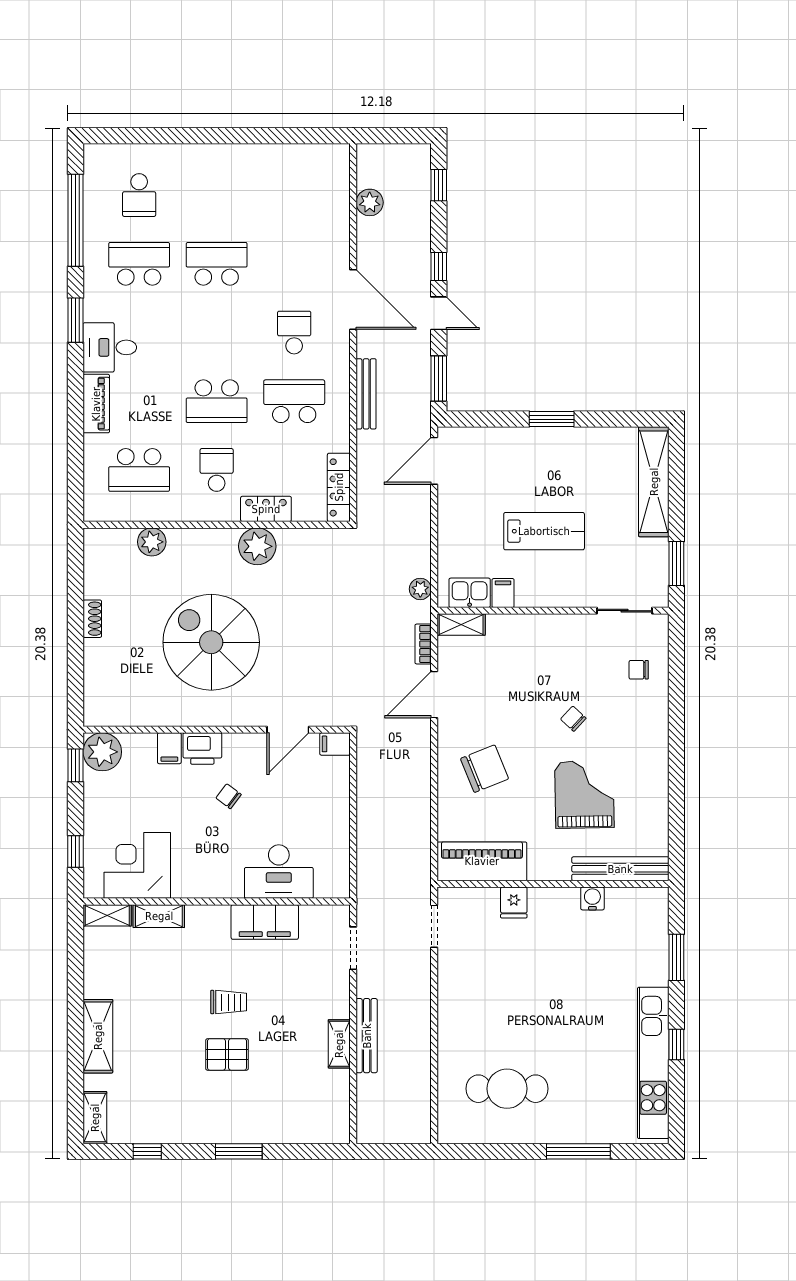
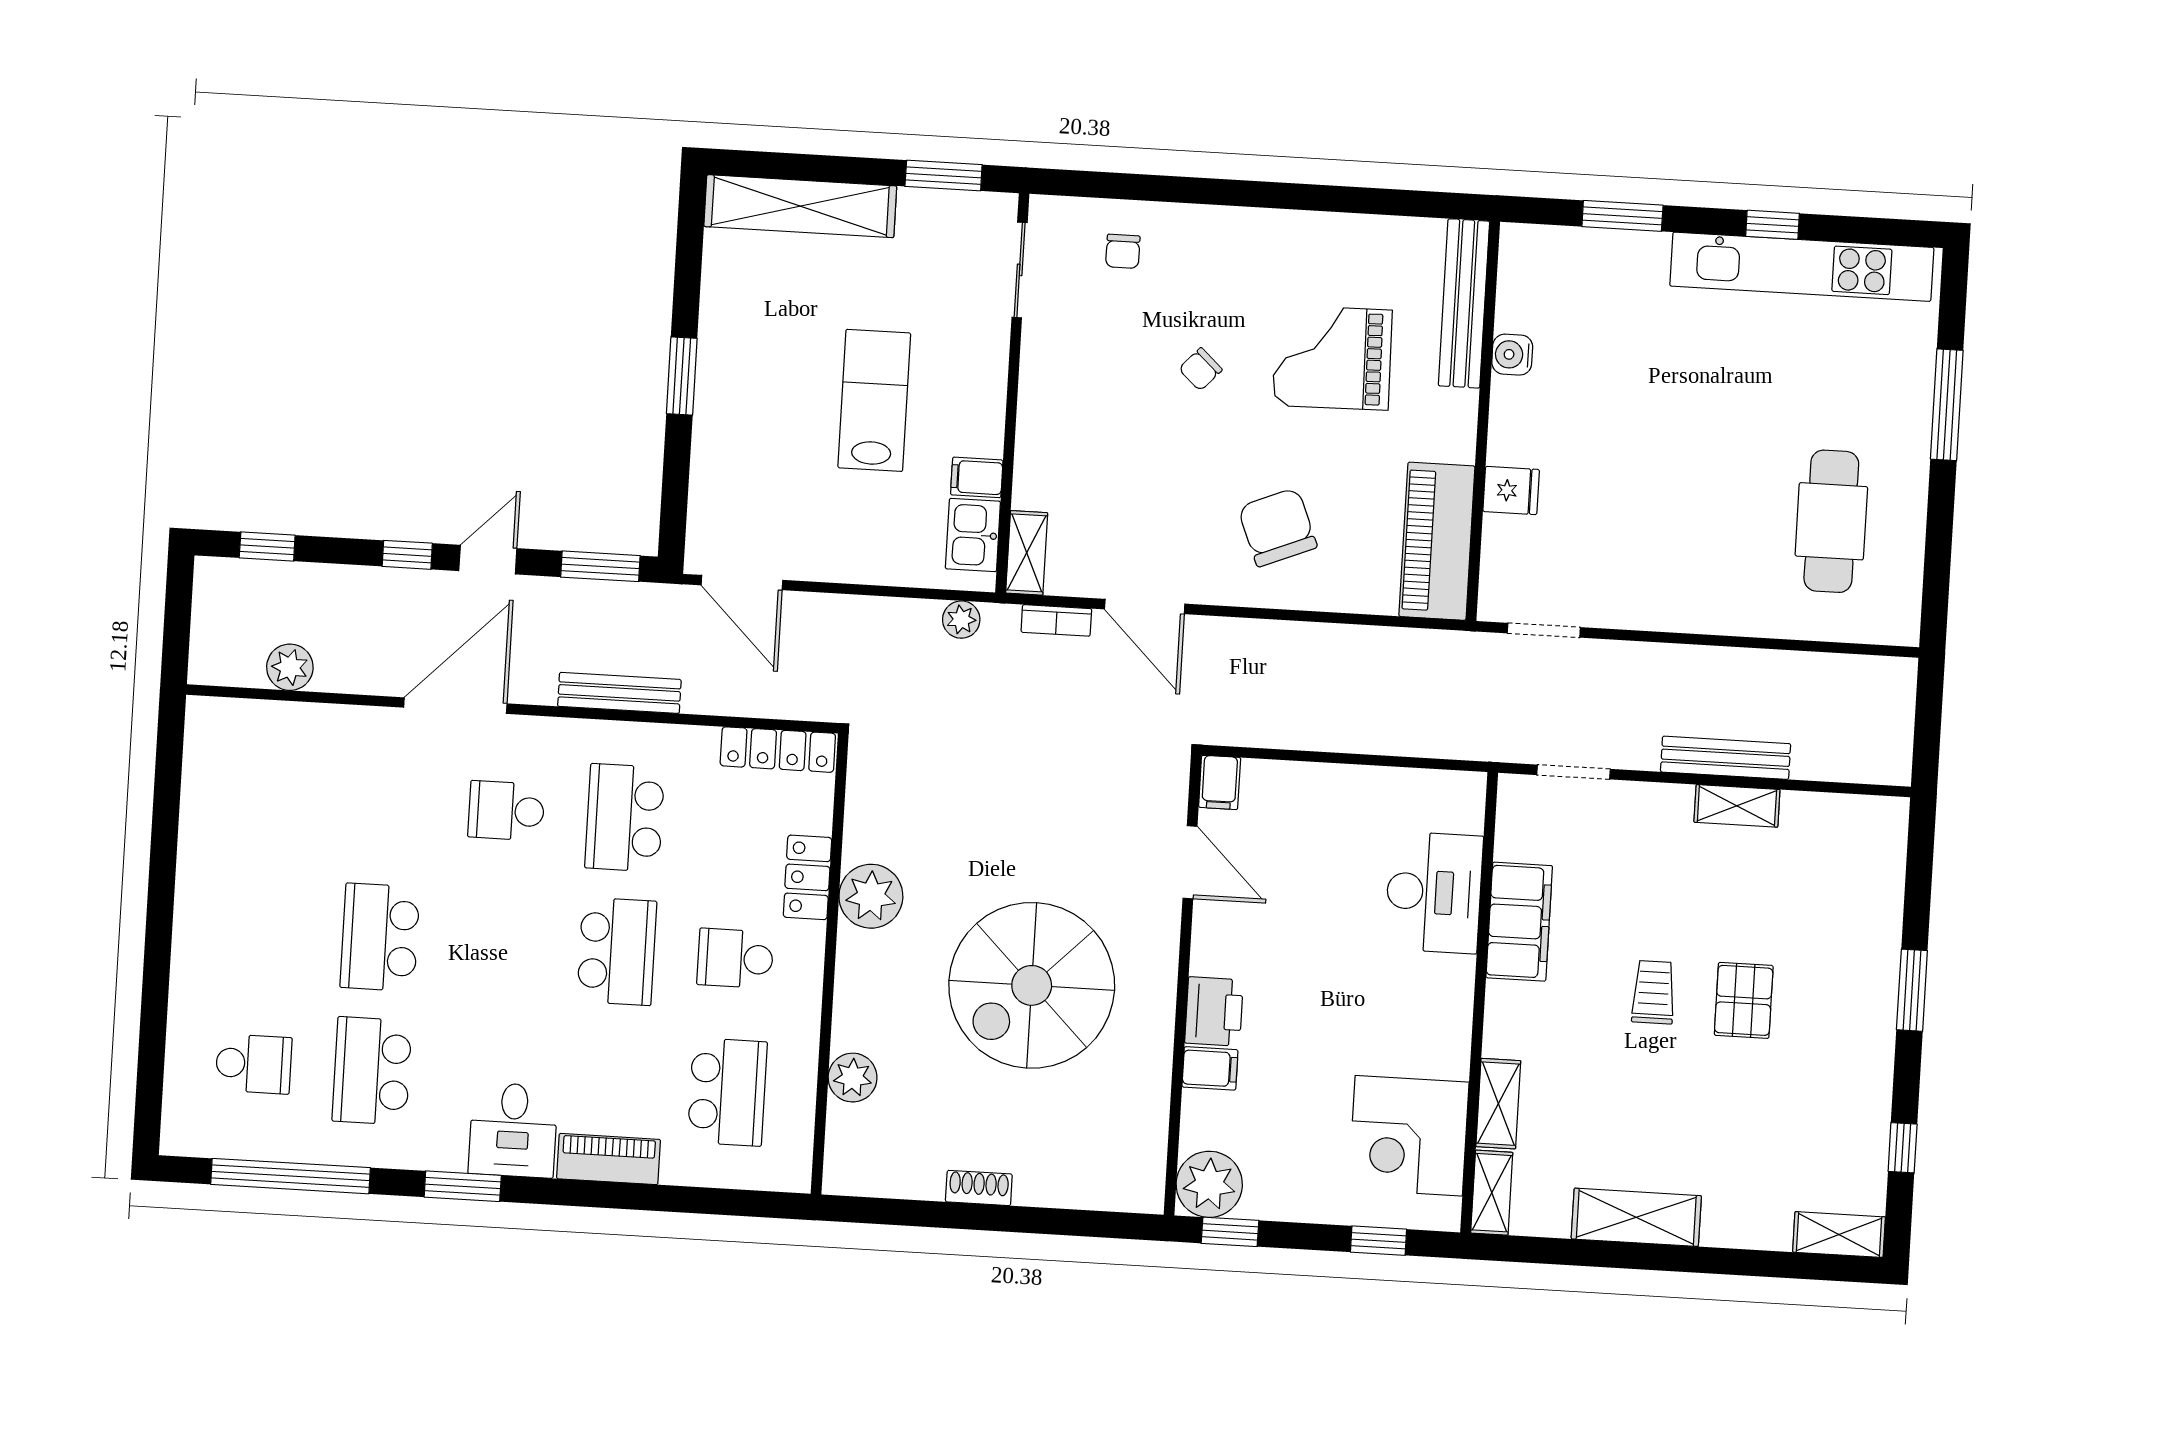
chair: (229, 796) -> (1299, 971), removed
shelving: (98, 1036) -> (1636, 1217), moved

